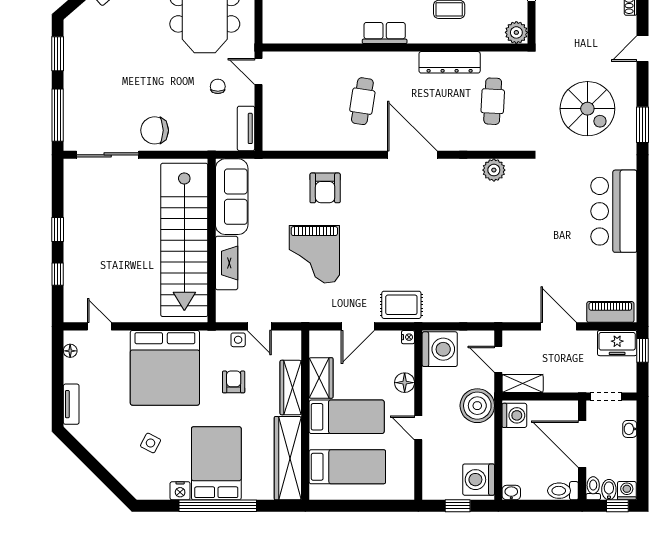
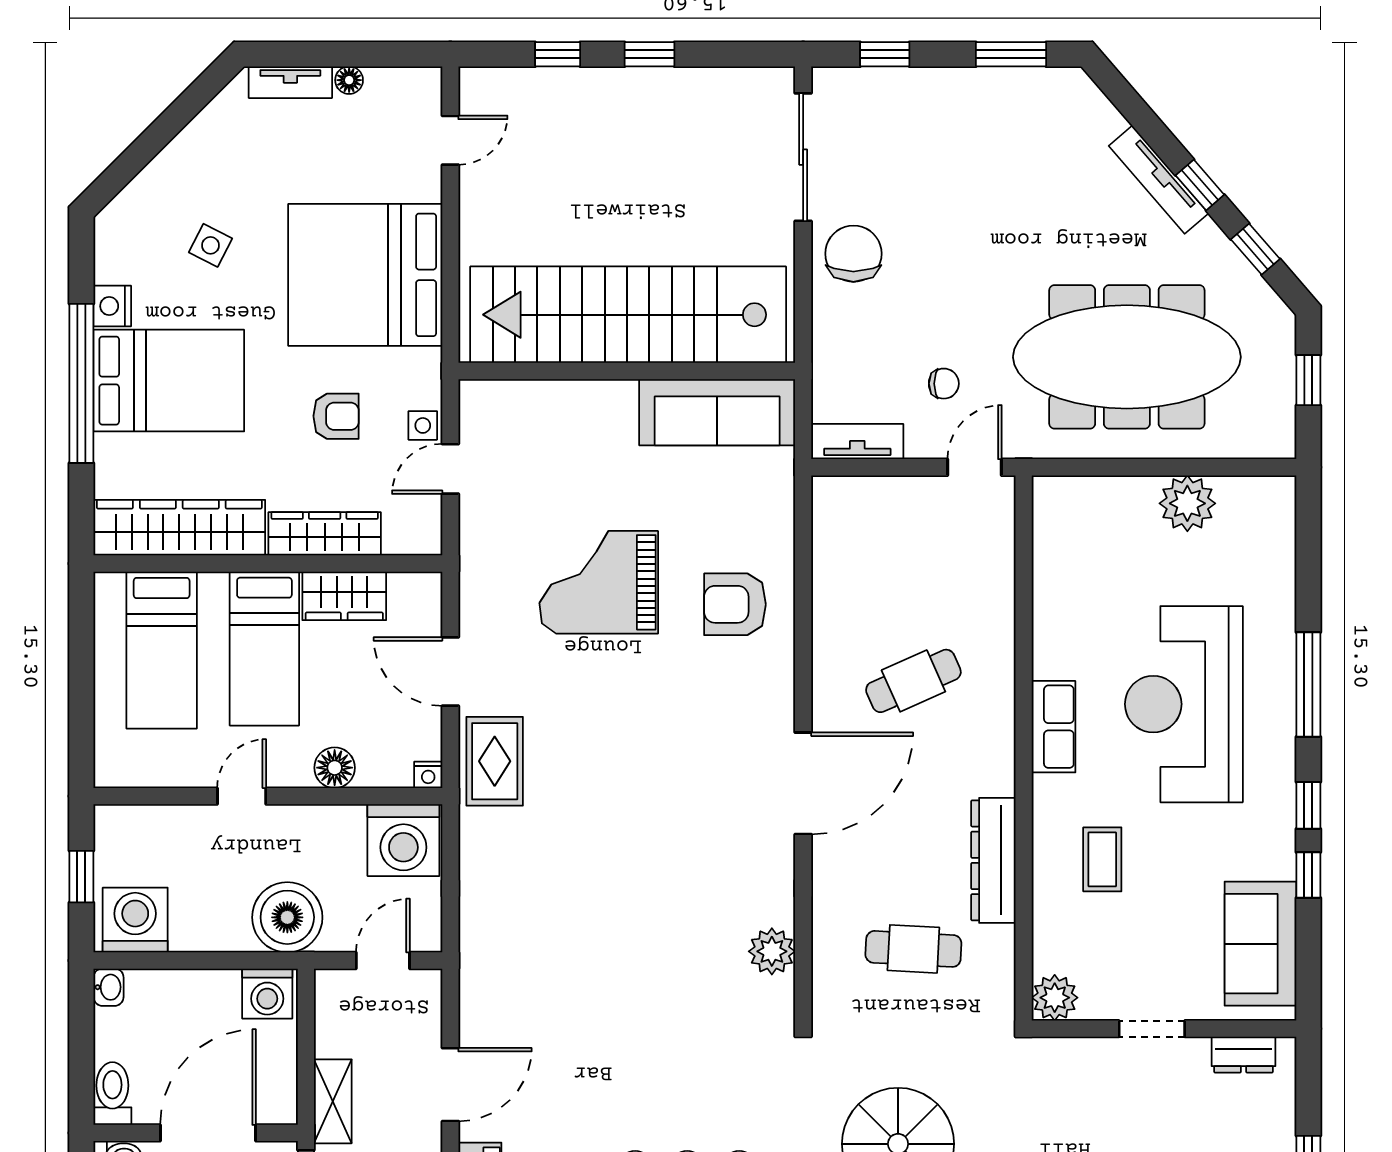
cafe table: (362, 101) -> (913, 681), turned -33
window: (58, 115) -> (885, 54), width x0.46
fireplace: (227, 263) -> (581, 402), removed
floor lamp: (70, 351) -> (349, 80), moved
shelving: (523, 384) -> (333, 1101), moved

